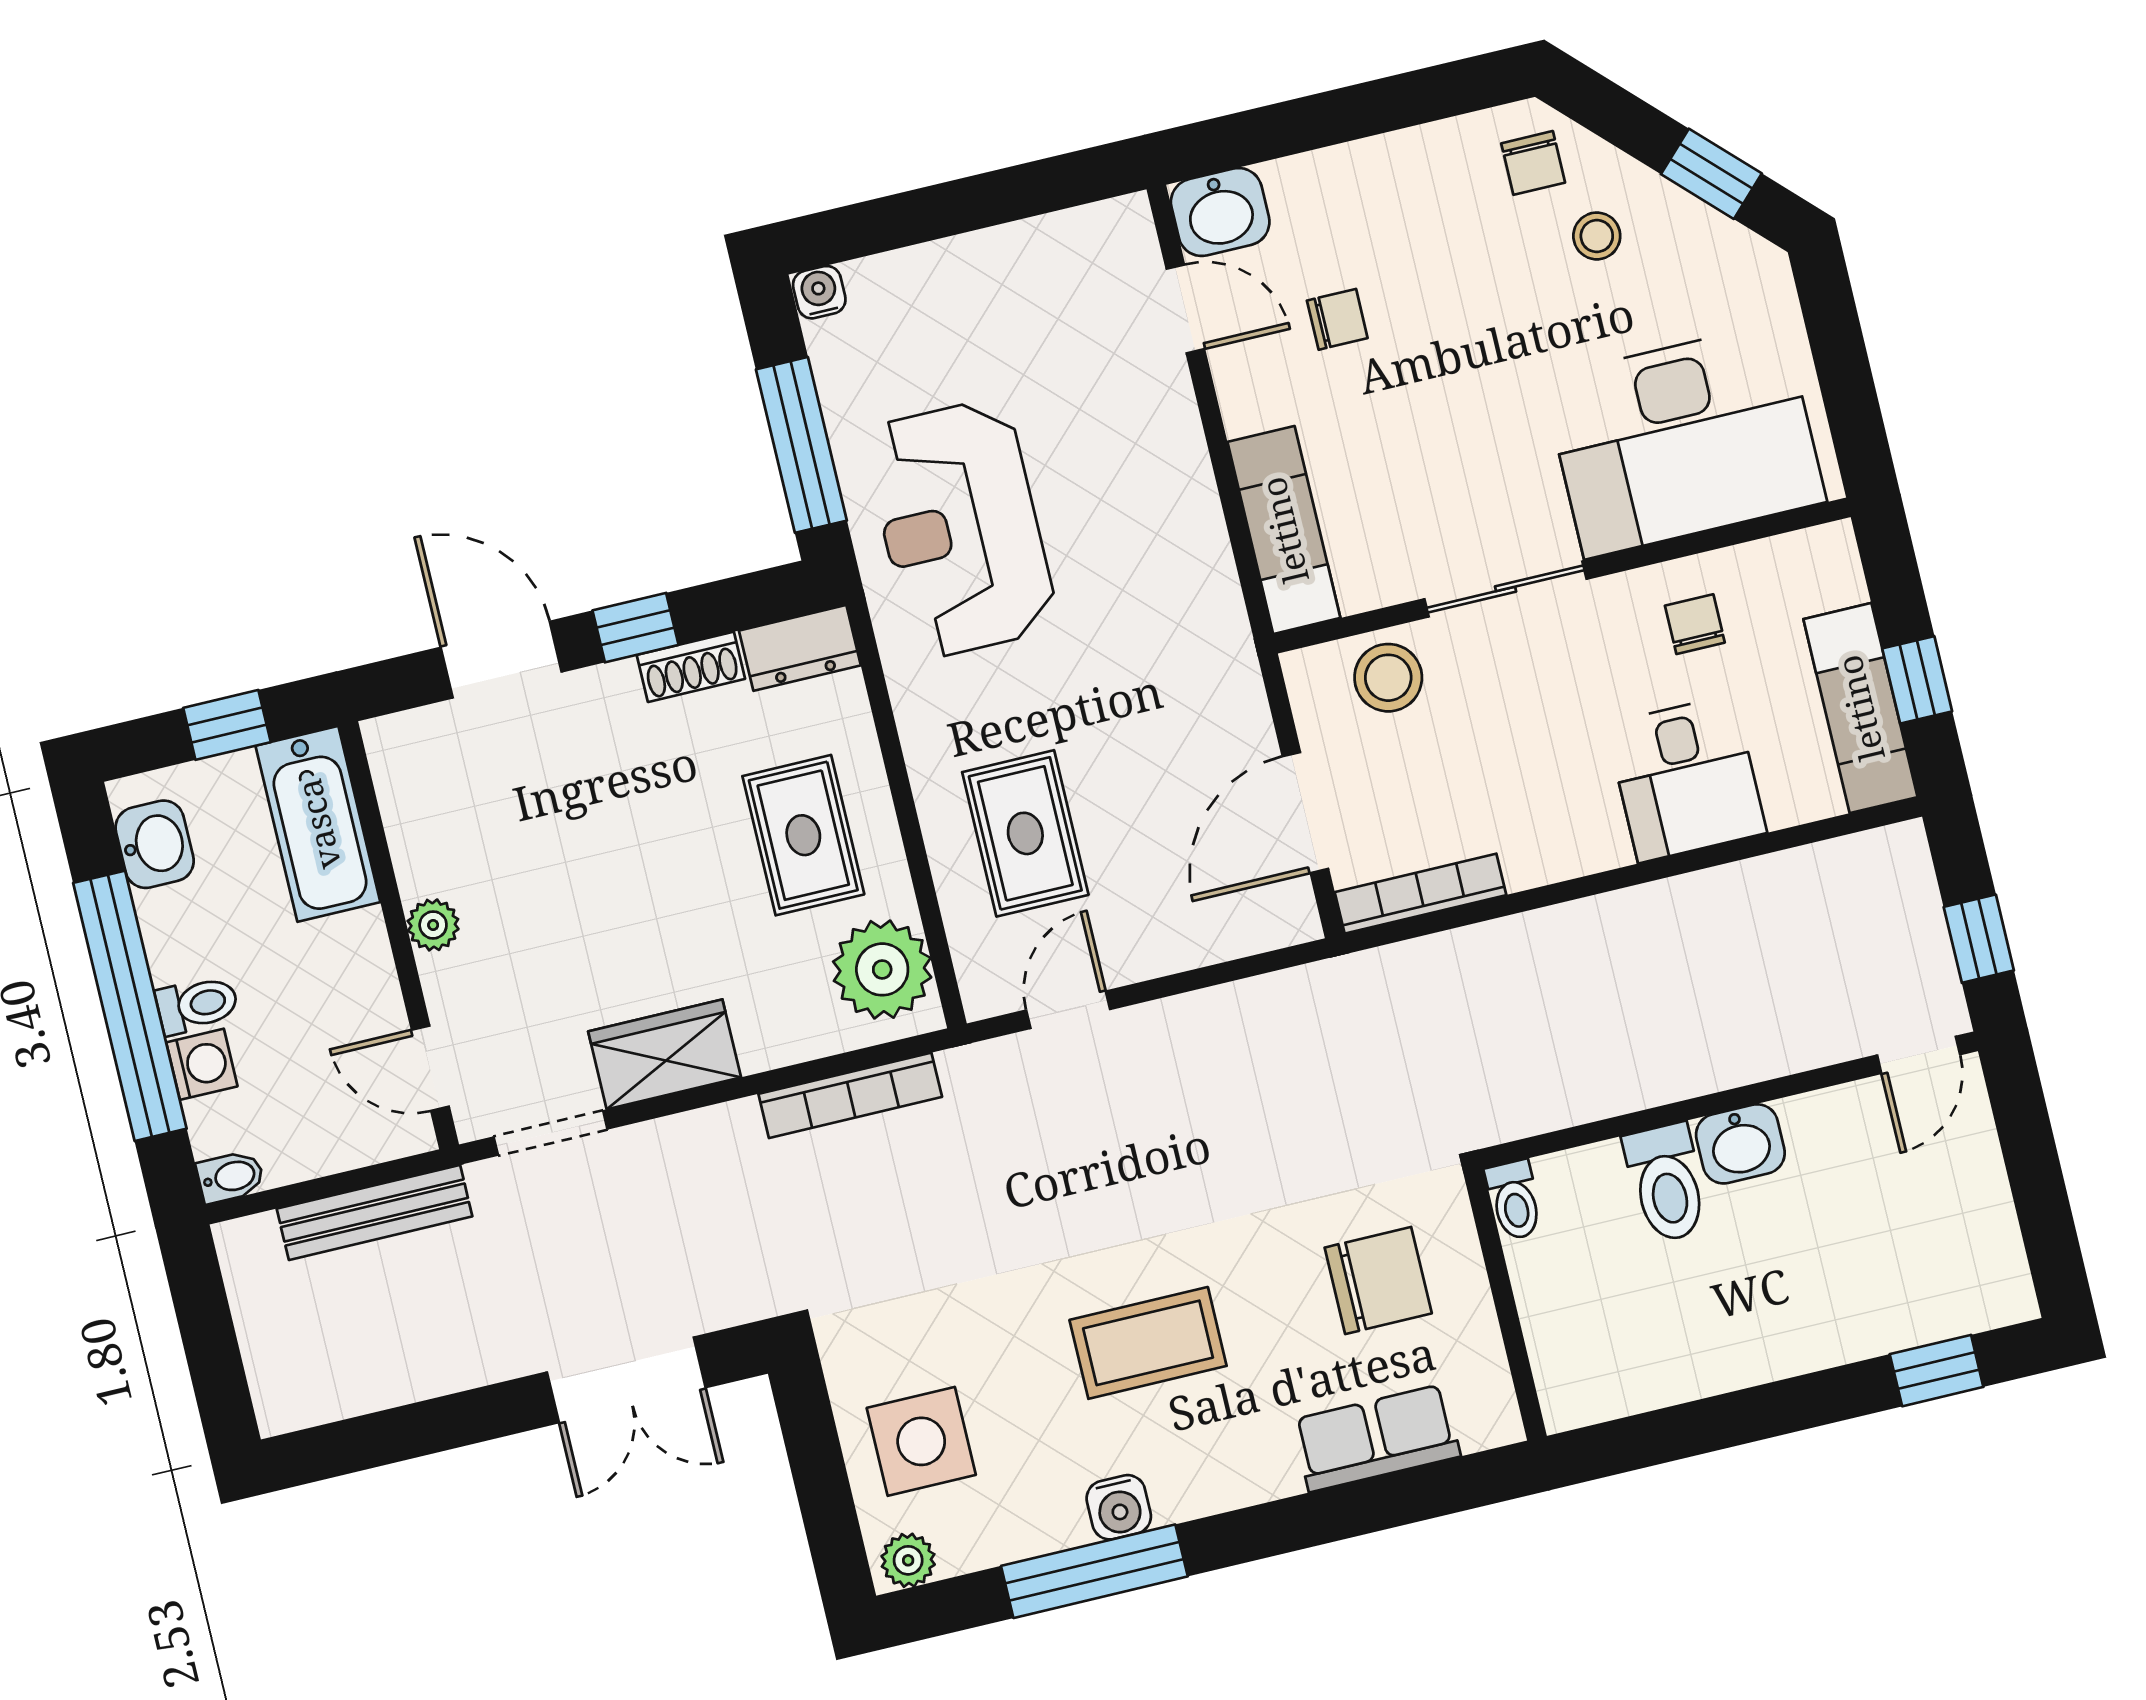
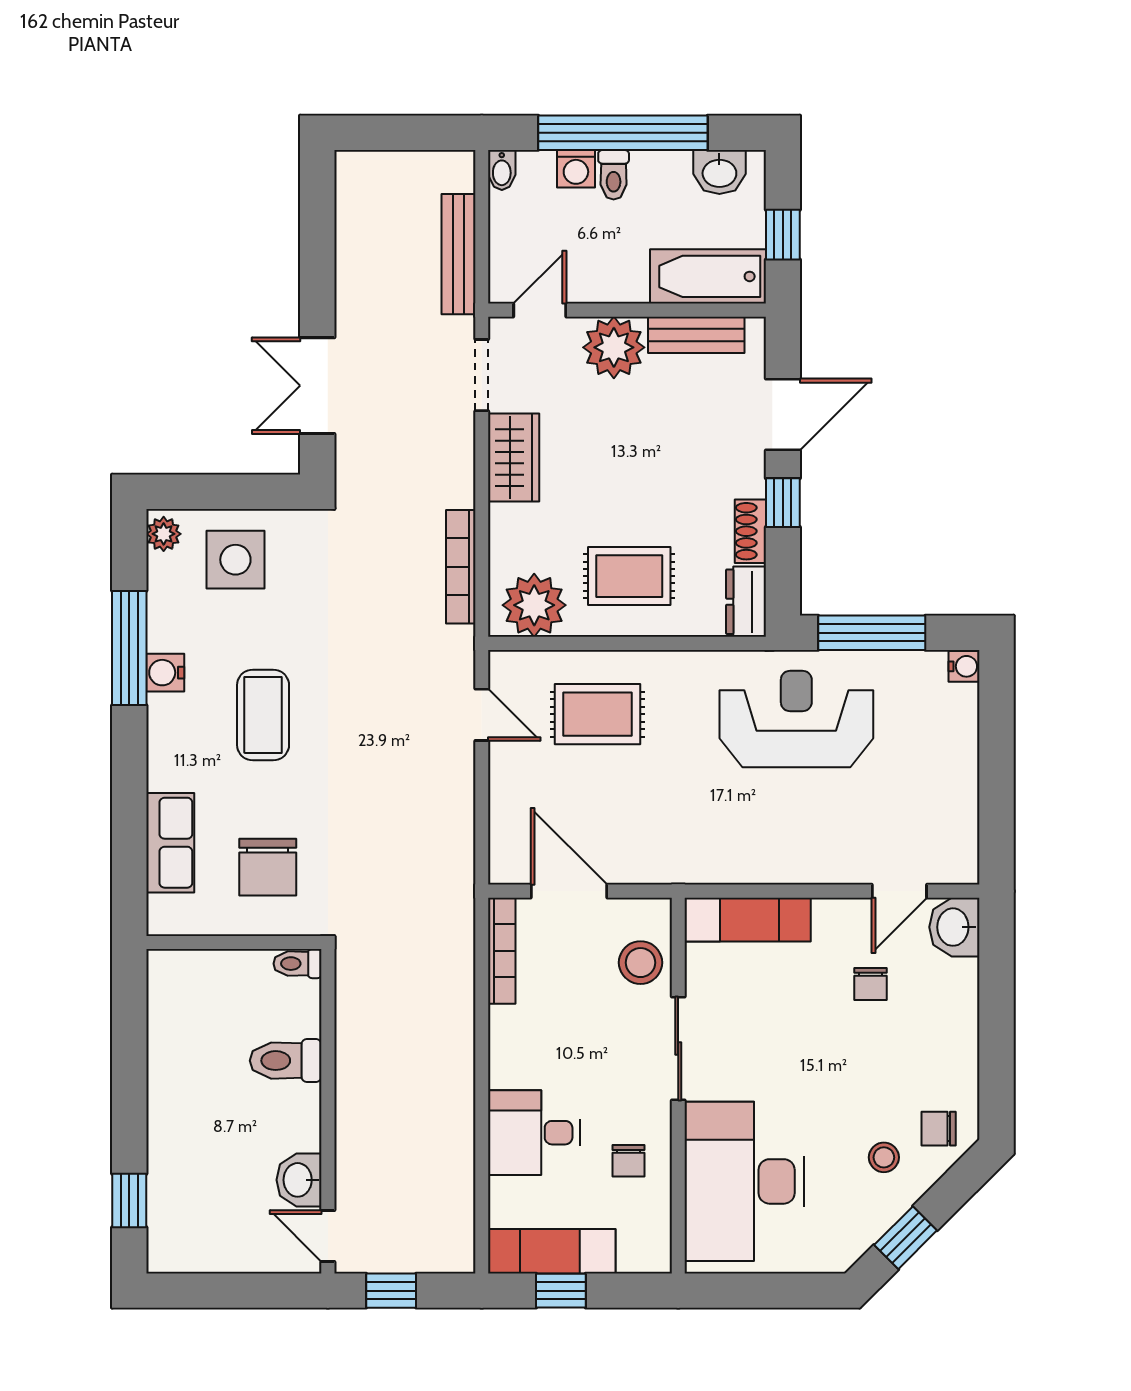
chair: (1695, 624) -> (628, 1161), turned 90
bench: (411, 821) -> (696, 335), added
plant: (433, 925) -> (614, 347), width x1.88, depth x1.88
washbasin: (1740, 1144) -> (299, 1180), moved

